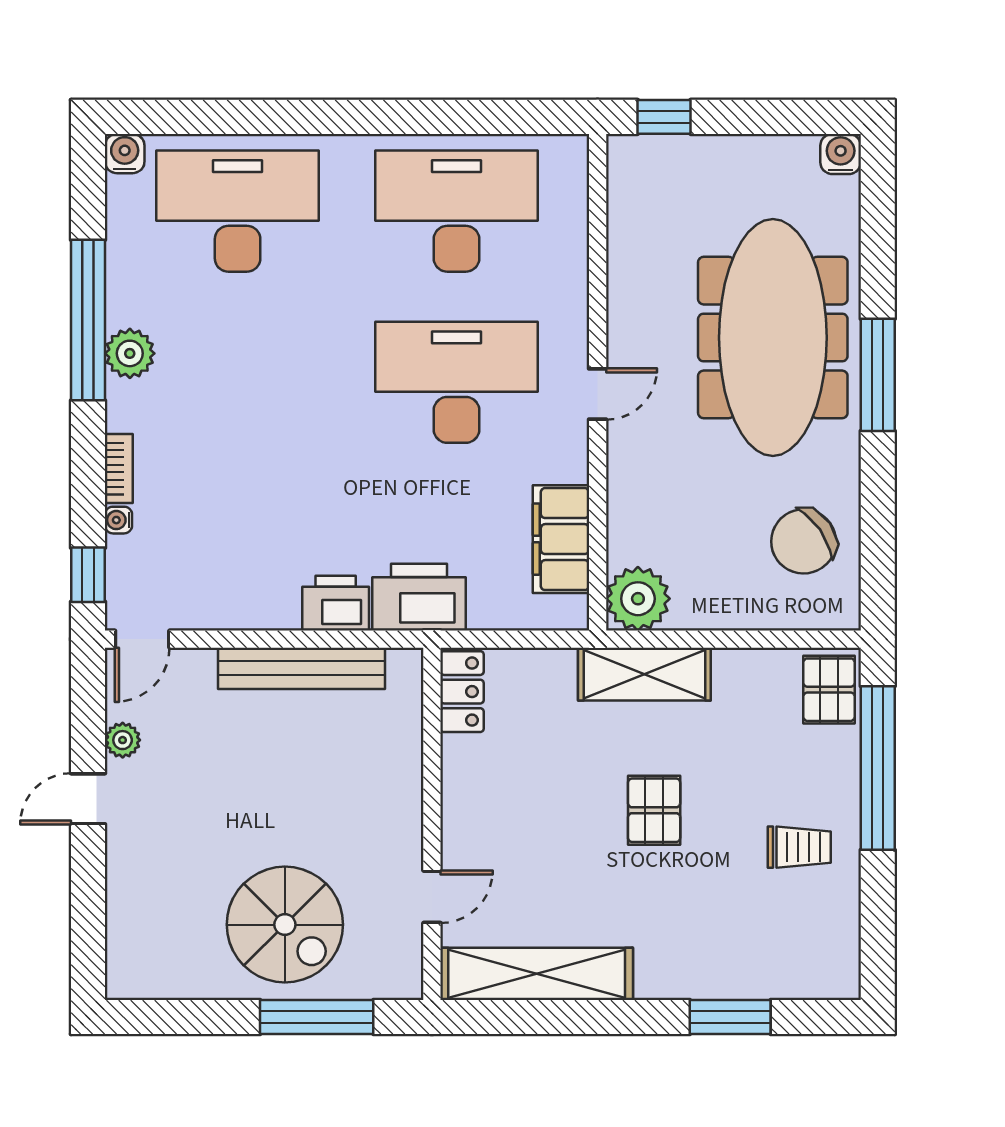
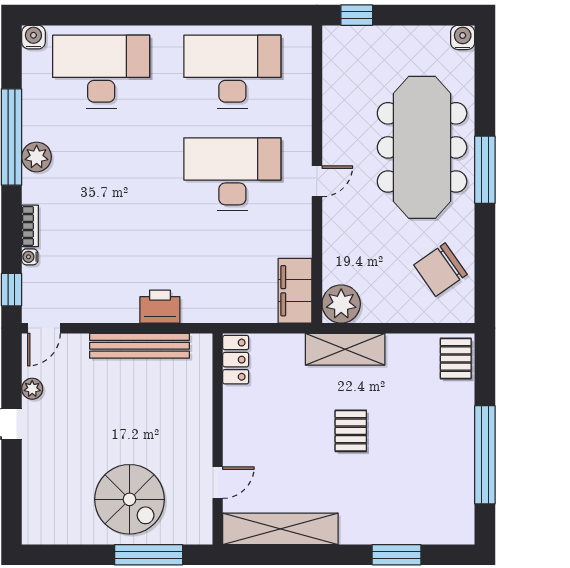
filing cabinet: (561, 539) -> (295, 291), moved
printer: (419, 597) -> (210, 303), removed
window: (878, 768) -> (485, 455), moved
trolley: (799, 847) -> (438, 453), removed

